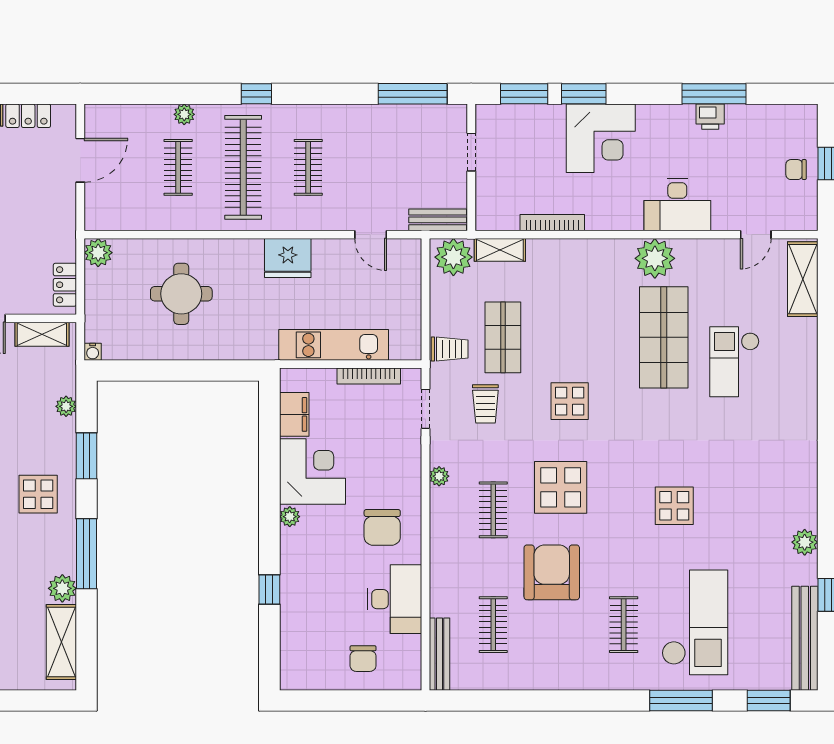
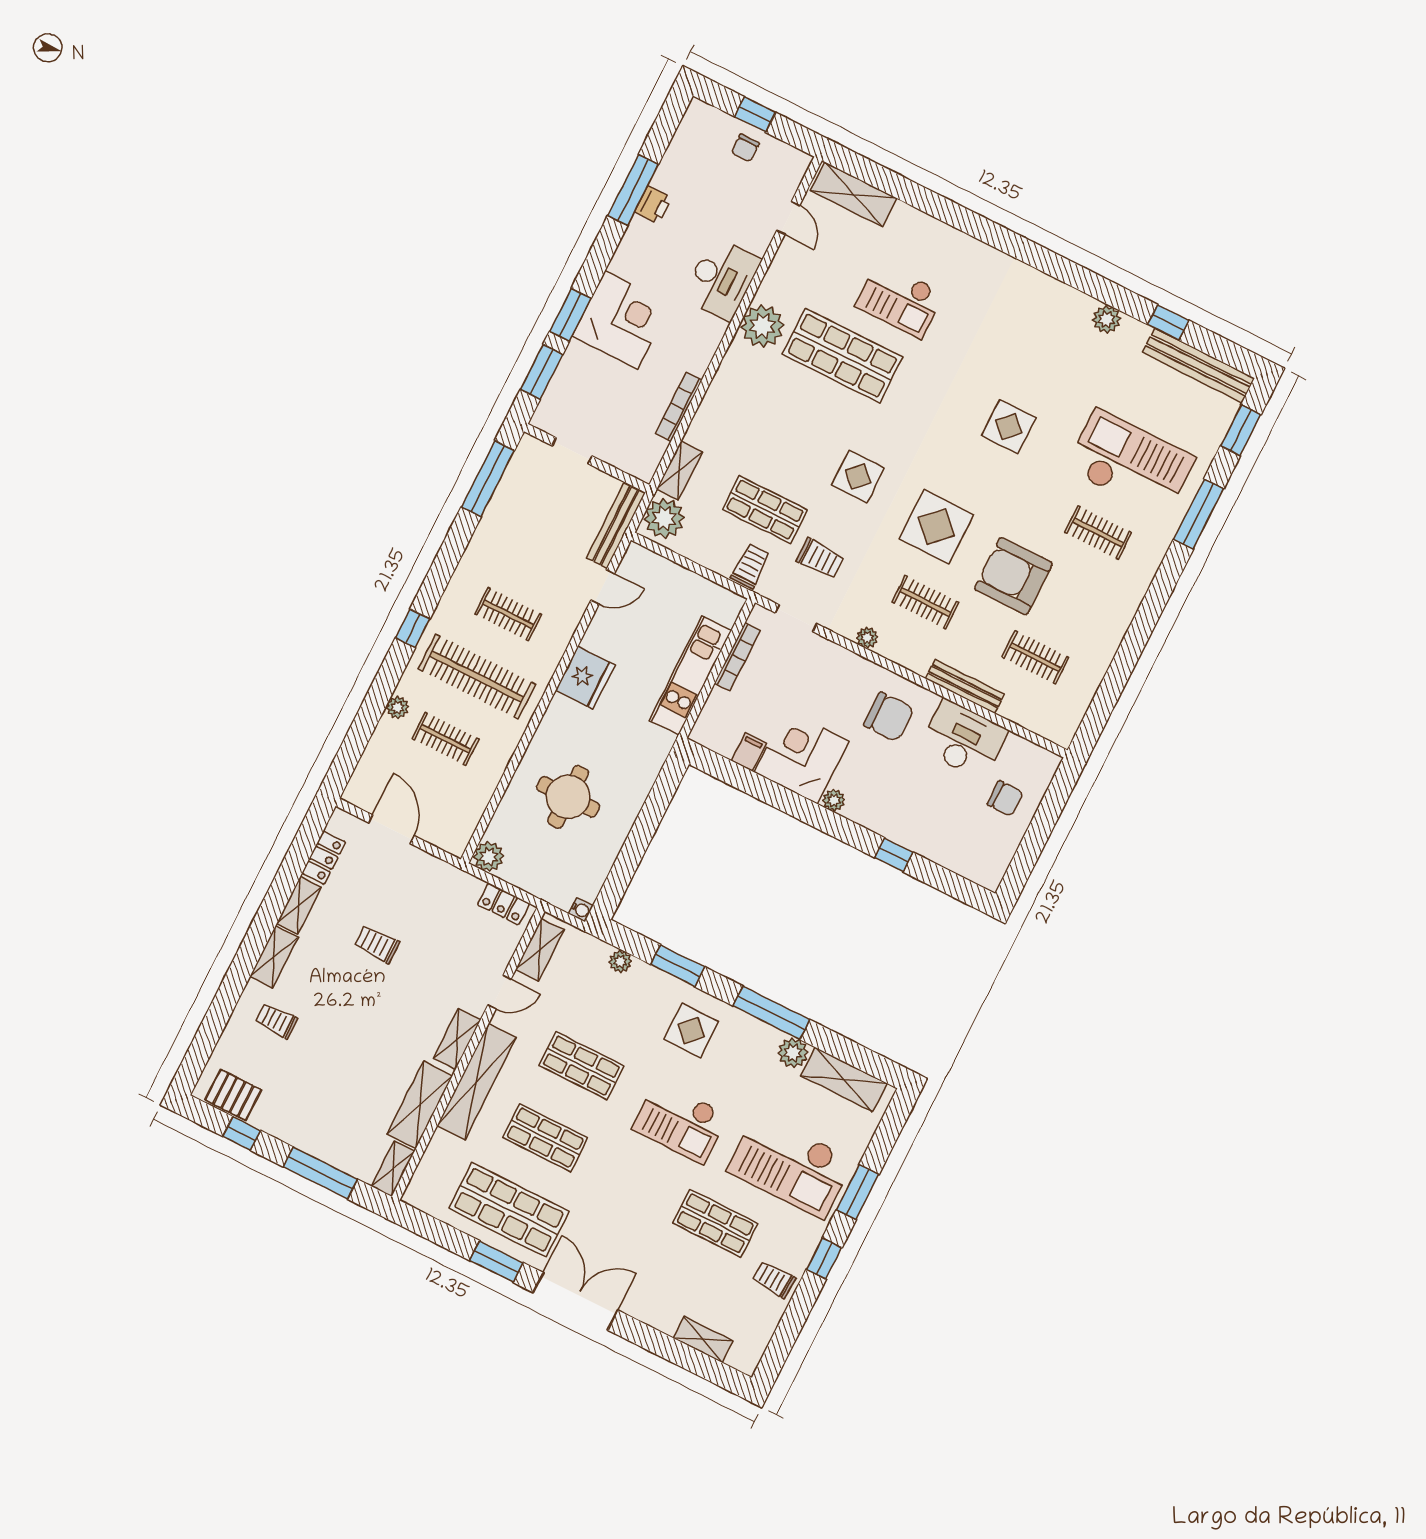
bench: (438, 220) -> (616, 526), width x1.36
filing cabinet: (294, 414) -> (749, 752), width x0.50
bench: (439, 654) -> (965, 686), moved

